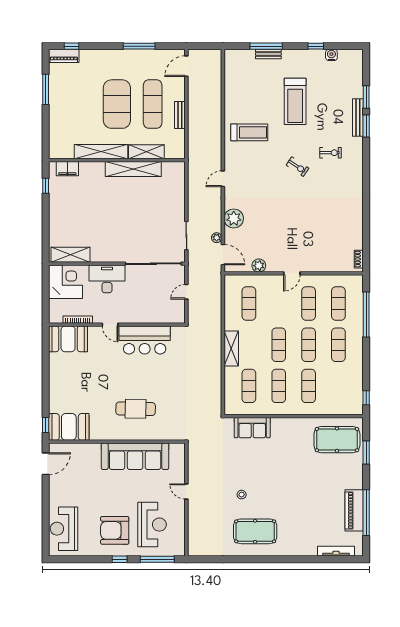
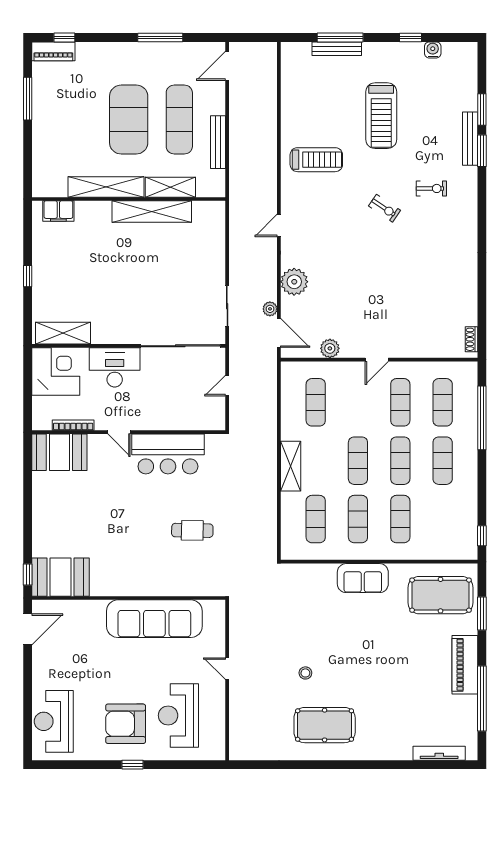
bench: (268, 54) -> (337, 49), width x1.36
bench: (180, 115) -> (218, 142), width x1.36
window: (46, 186) -> (28, 276), moved
cafe table: (136, 409) -> (192, 530), moved, width x0.73, depth x0.74
sofa: (252, 428) -> (363, 578), moved
piano: (354, 510) -> (465, 665), moved
reception desk: (152, 525) -> (178, 715), turned 180
window: (157, 559) -> (186, 765), removed

